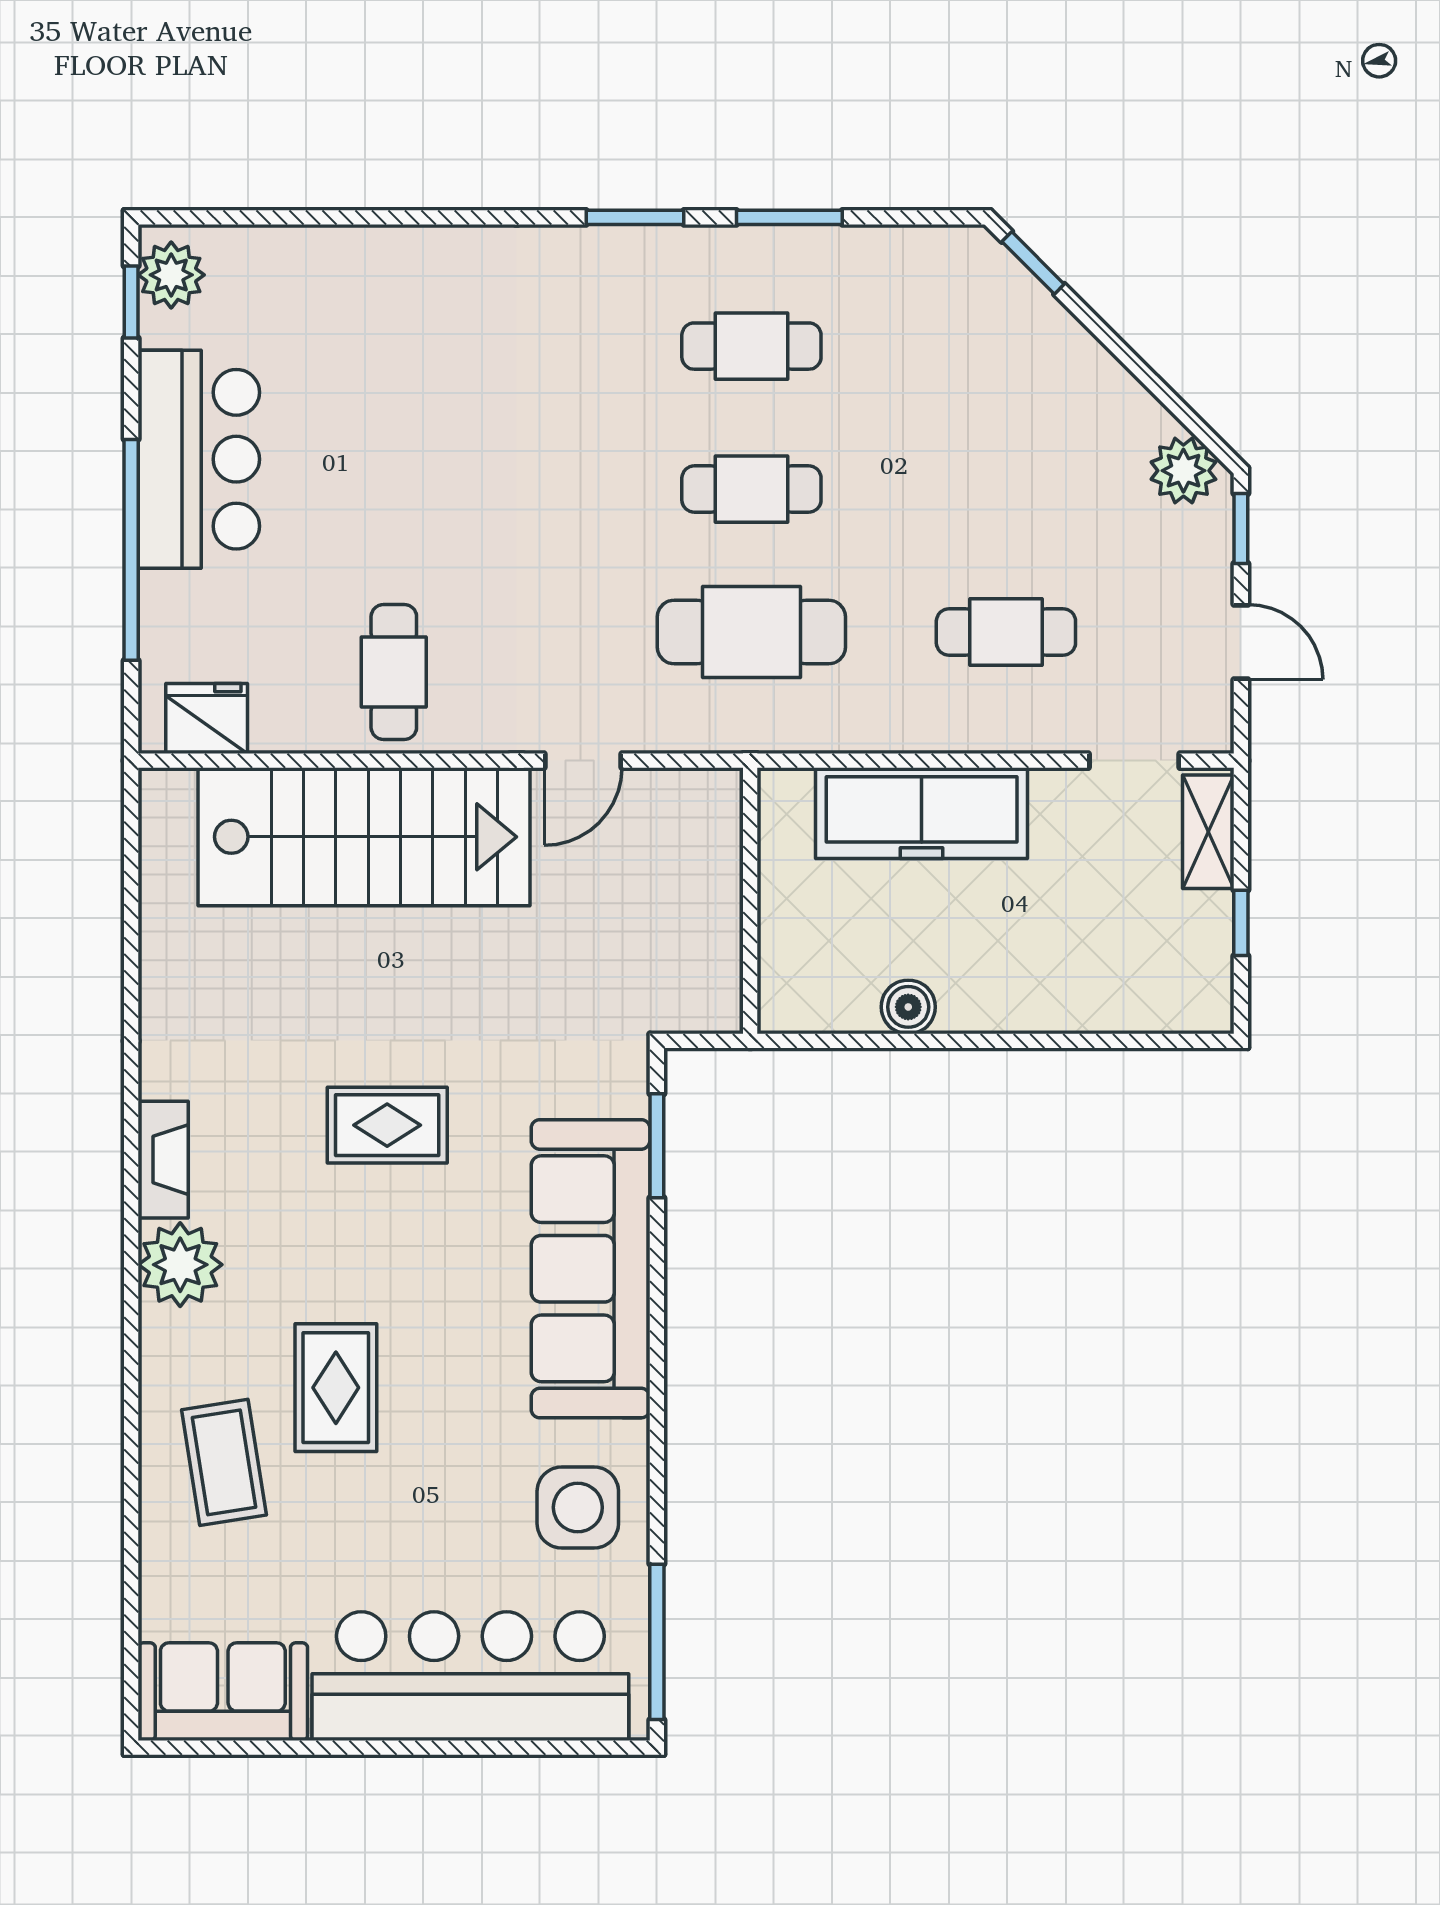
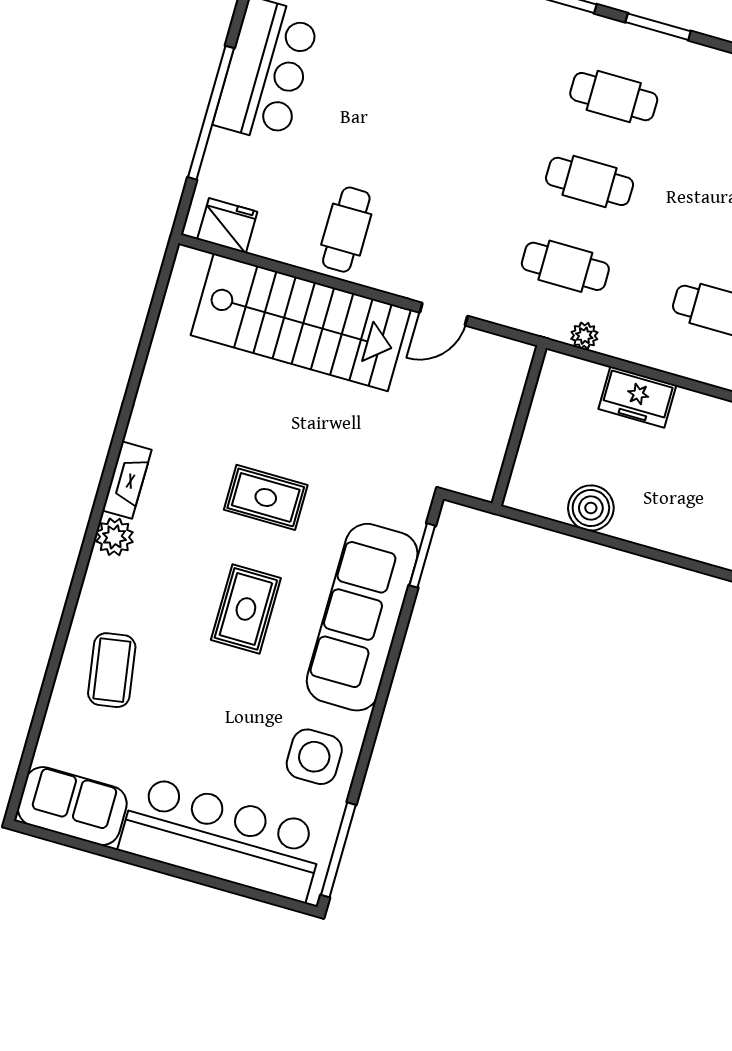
cafe table: (751, 632) -> (565, 266), width x0.73, depth x0.74
plant: (812, 732) -> (584, 336), added
freezer: (922, 813) -> (637, 397), width x0.52, depth x0.79
boiler: (908, 1007) -> (591, 508), width x1.36, depth x1.36
plant: (180, 1265) -> (114, 537), width x0.73, depth x0.73
rug: (336, 1388) -> (246, 609), moved

